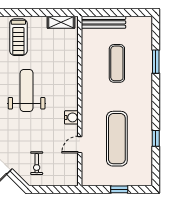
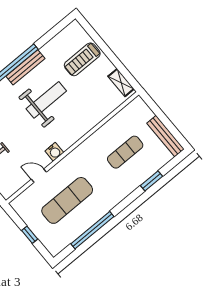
bench: (103, 22) -> (165, 136), moved
window: (156, 138) -> (92, 230), width x3.17

